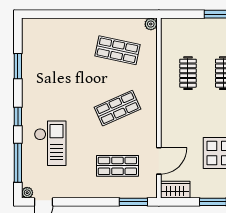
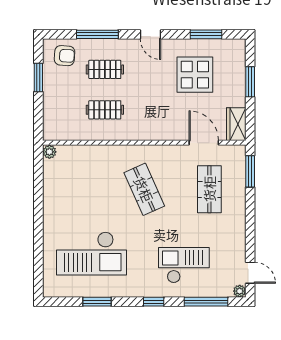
shop shelf: (117, 50) -> (79, 189), removed
checkout: (61, 61) -> (92, 253), added

